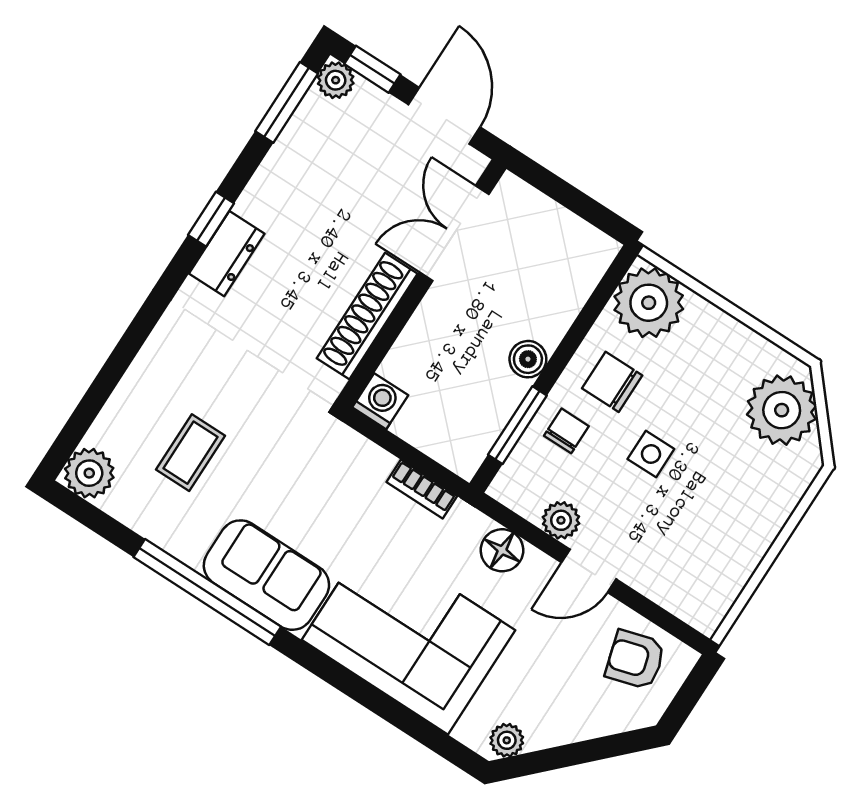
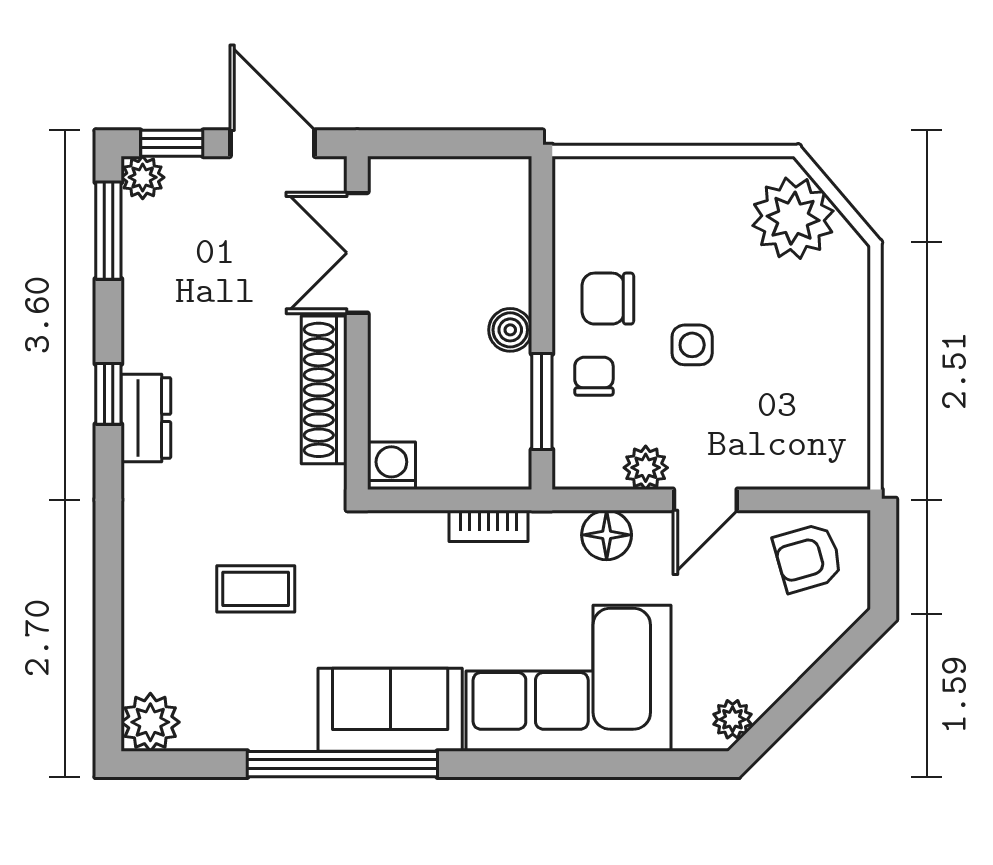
plant: (649, 303) -> (593, 197), removed
coffee table: (191, 453) -> (256, 589), moved, turned 90

